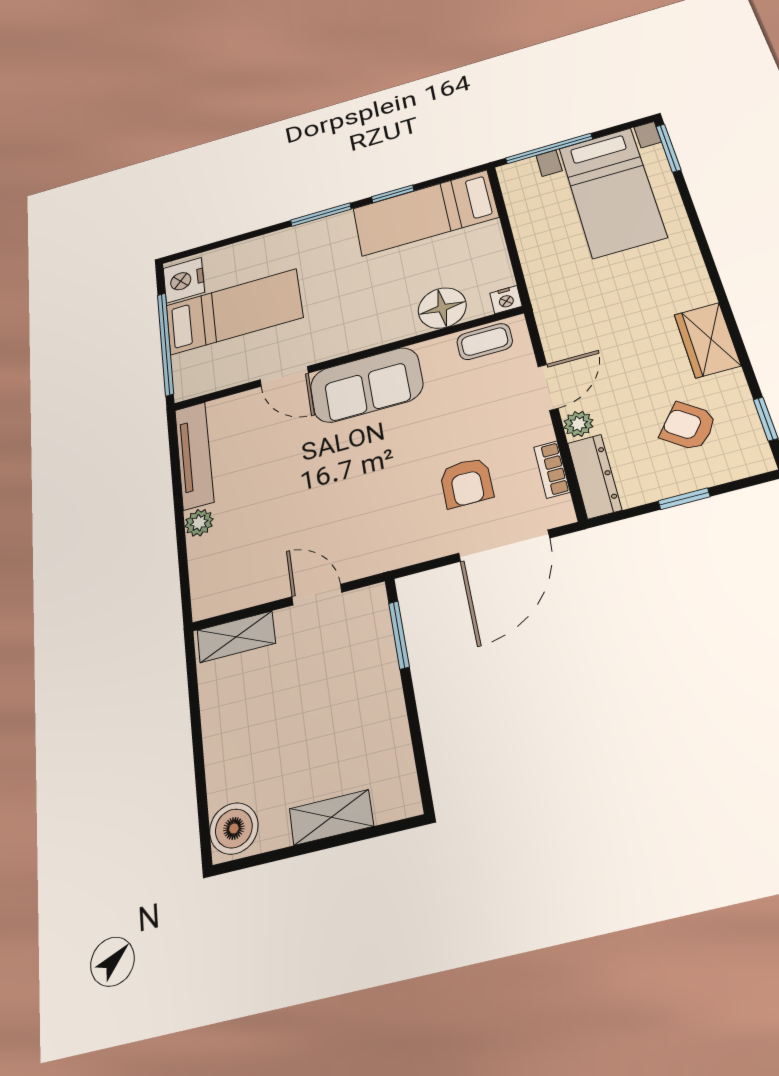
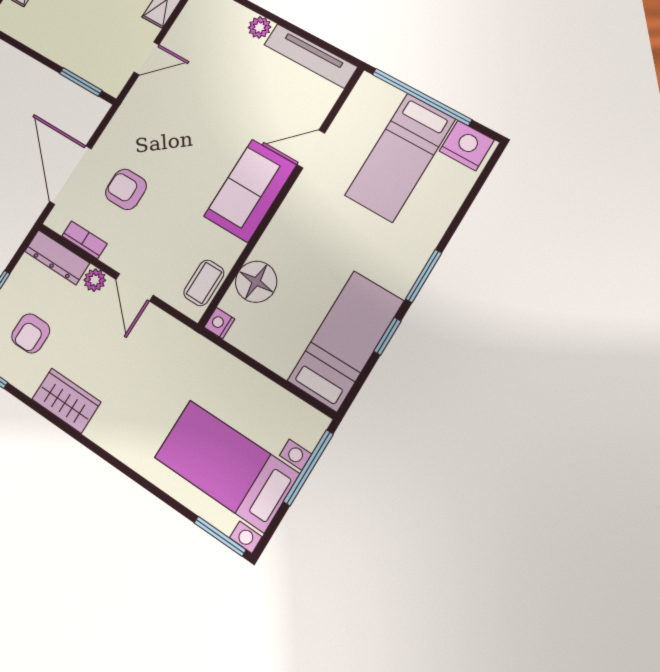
armchair: (688, 426) -> (31, 333), turned 142

